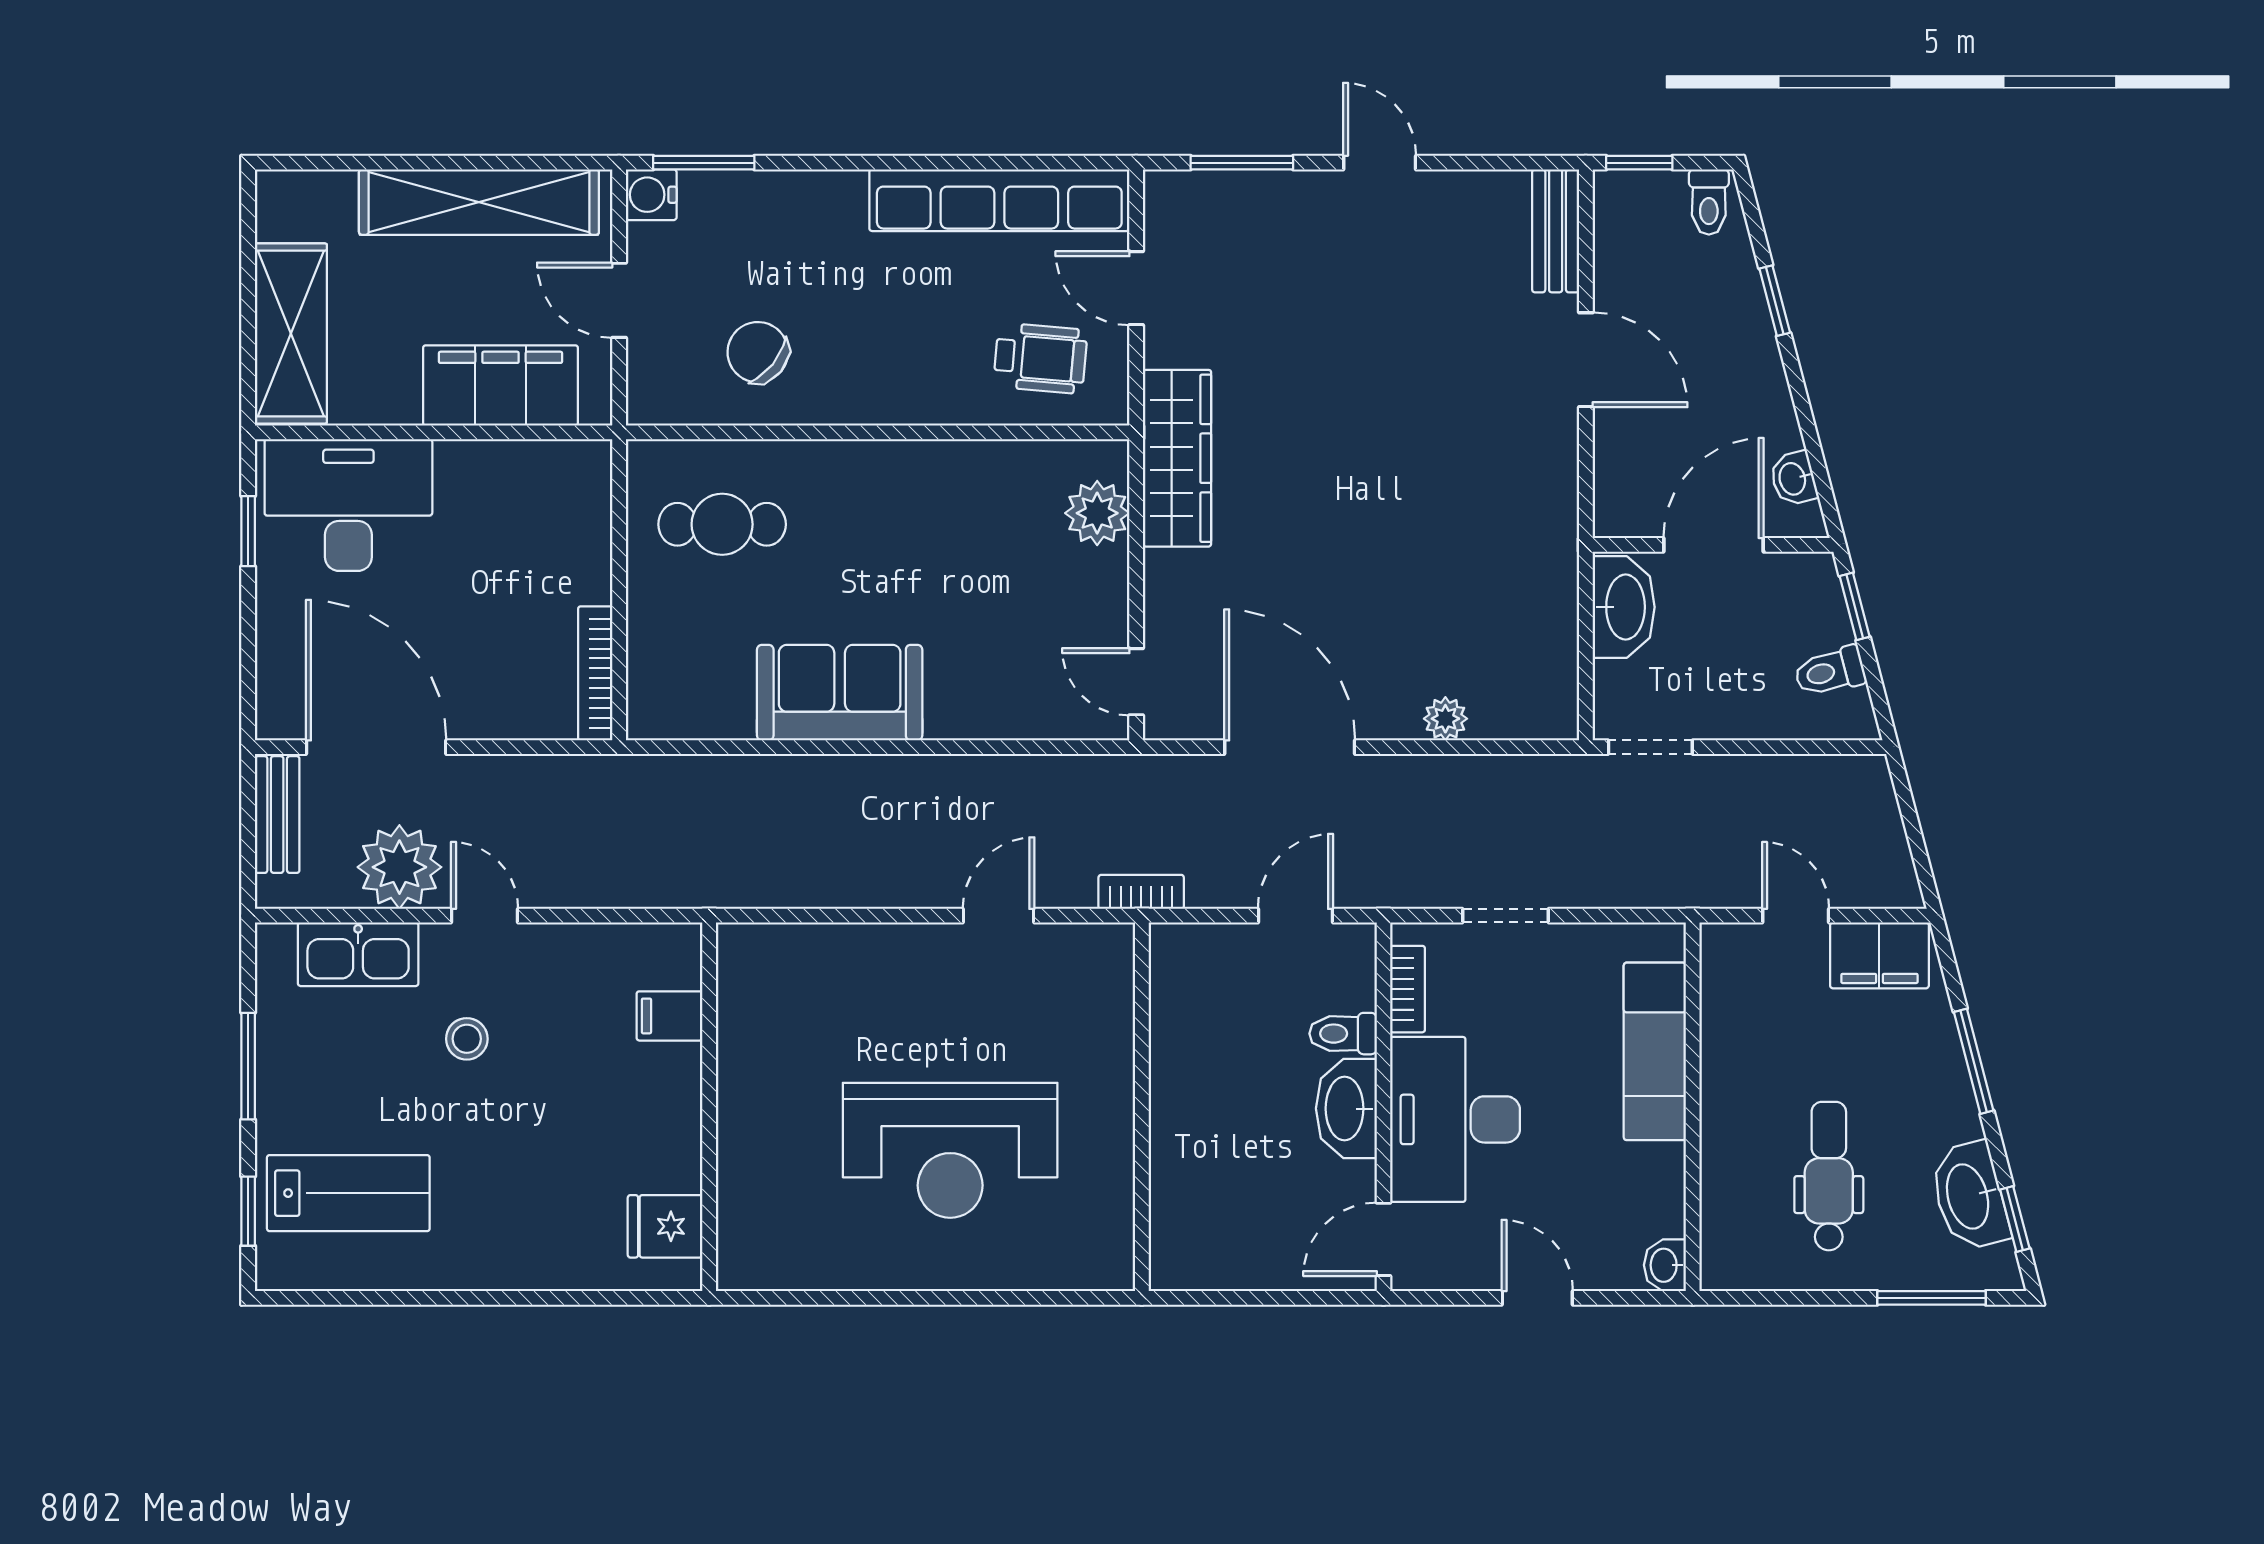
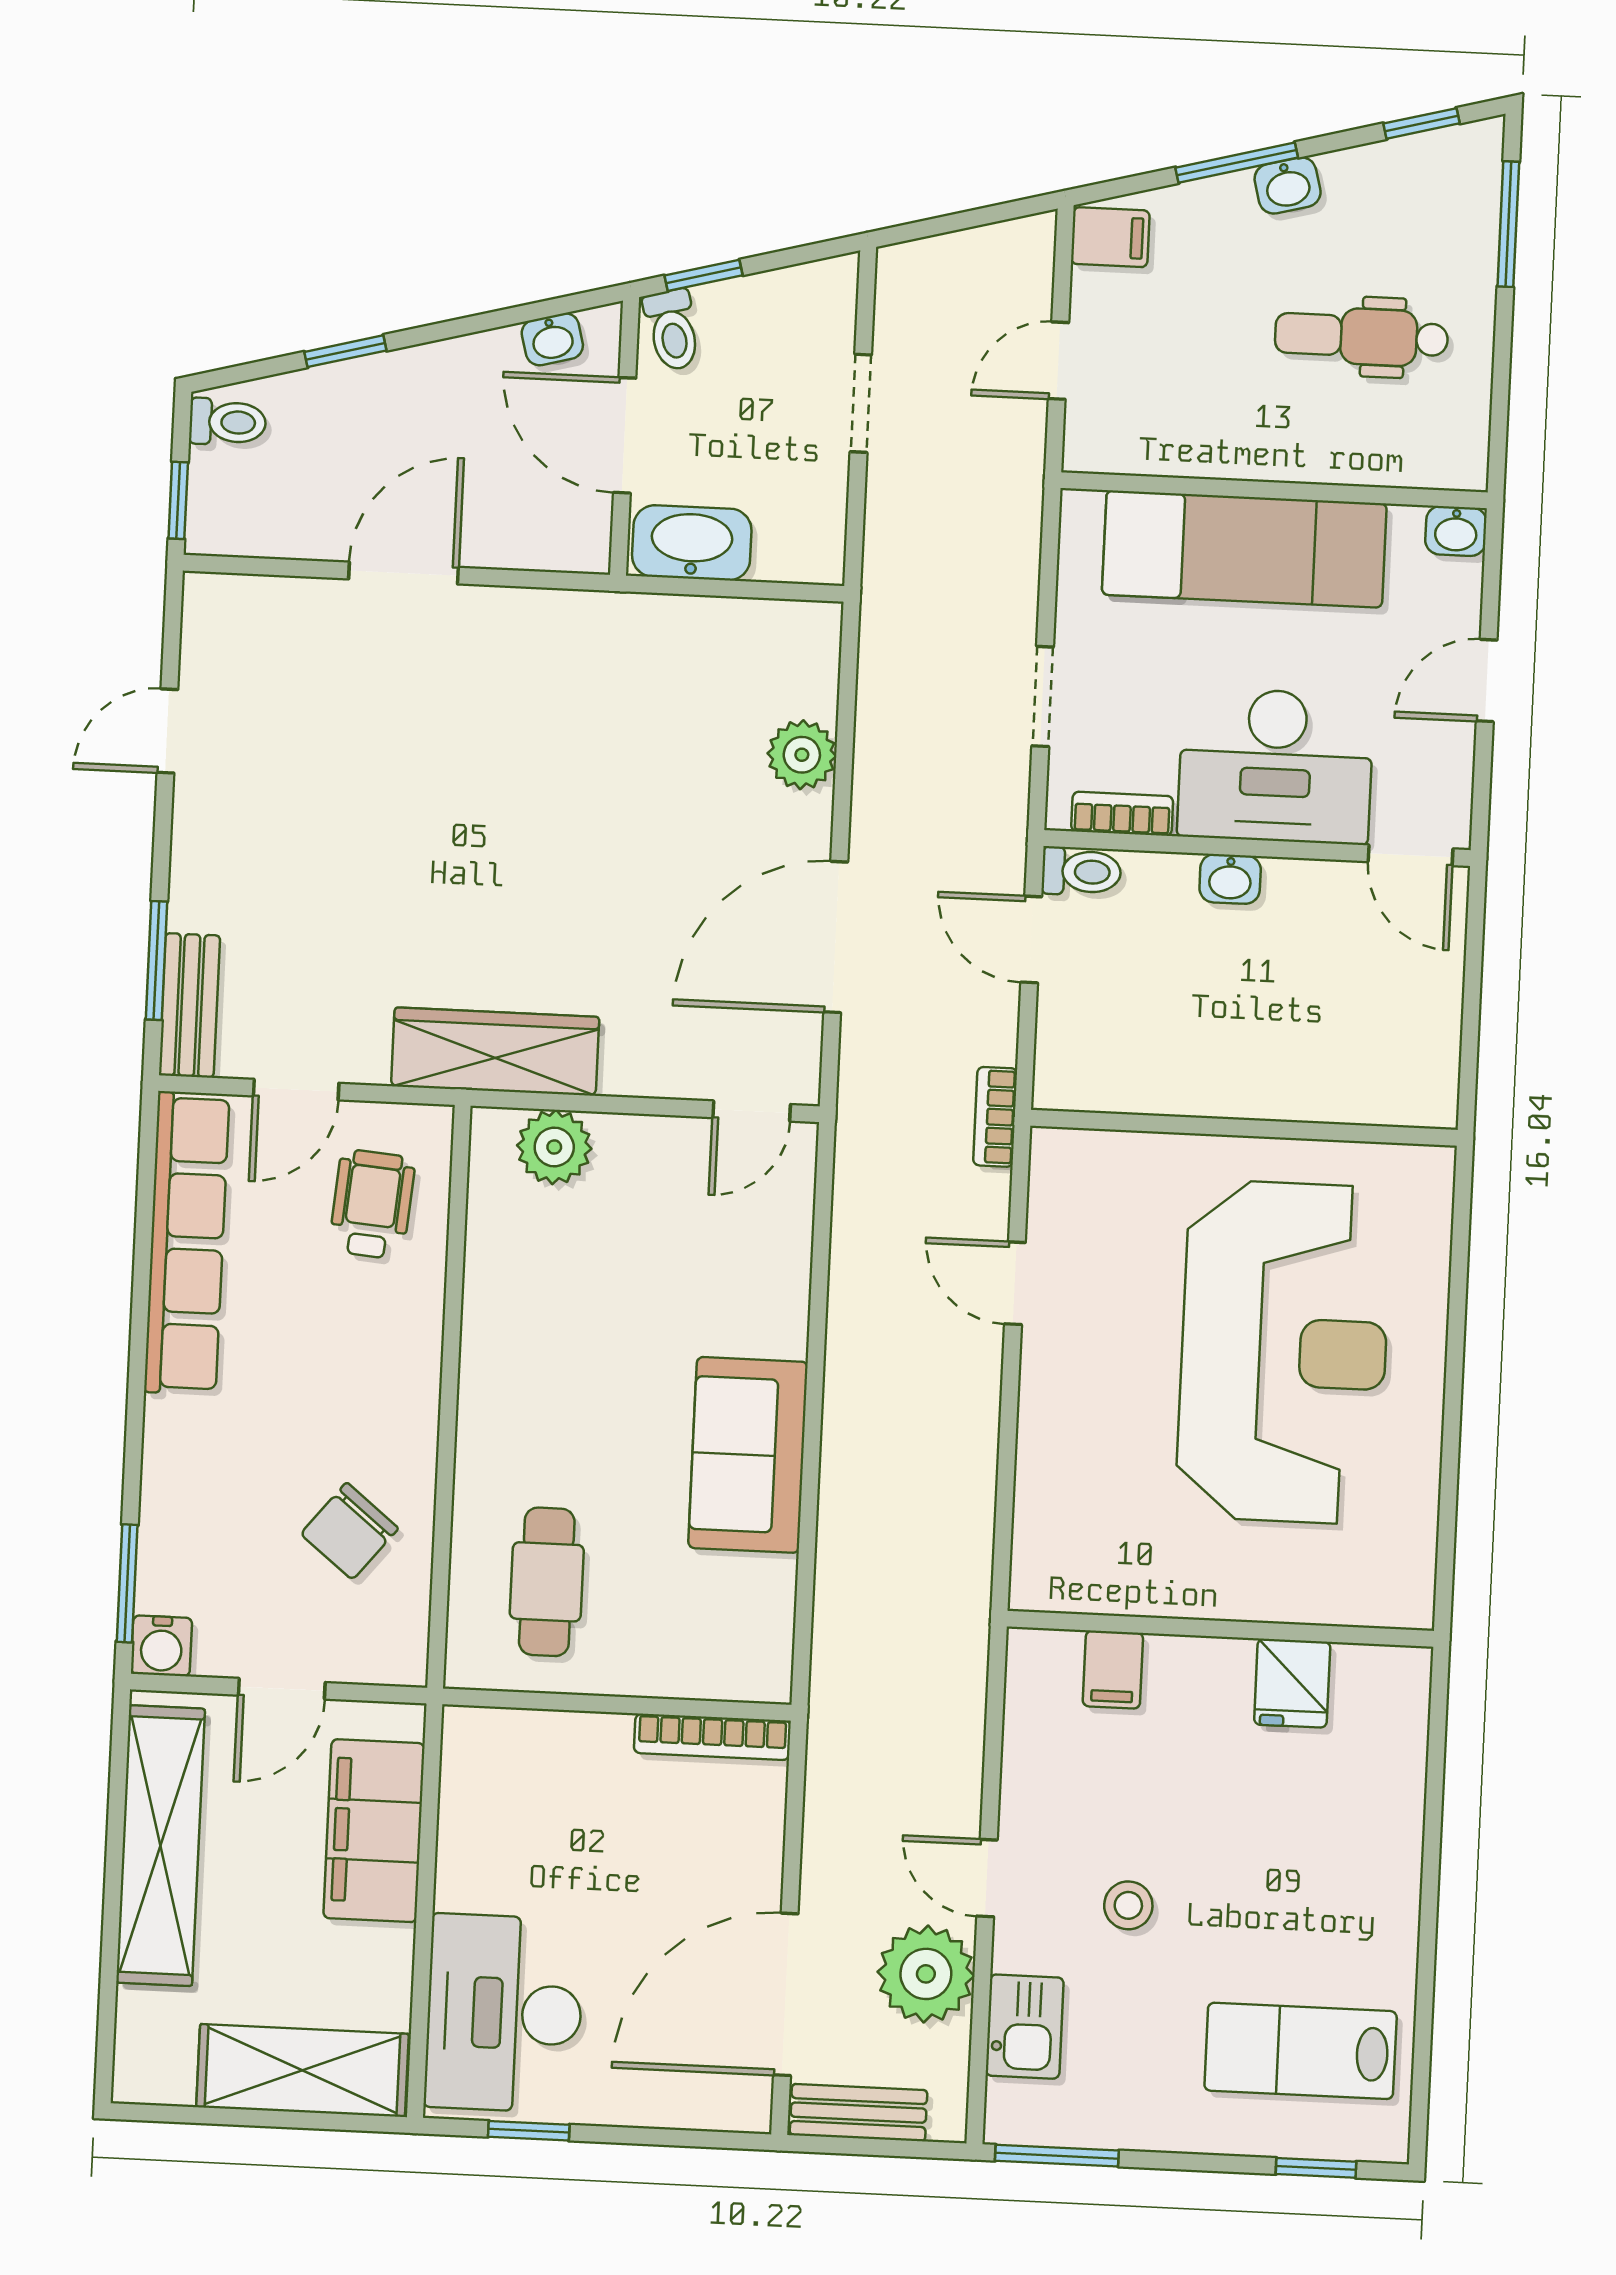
door: (1380, 163) -> (167, 731), moved
bench: (1556, 231) -> (189, 1005), moved, turned 90
toilet: (1830, 671) -> (672, 330), moved
plant: (1445, 719) -> (802, 755), width x1.38, depth x1.38
doorway: (1650, 747) -> (861, 403), moved
door: (485, 916) -> (987, 1878), hinge flipped
kitchen sink: (358, 954) -> (1025, 2027), width x0.73
filing cabinet: (1879, 955) -> (1110, 237), width x0.50
toilet: (1343, 1034) -> (1081, 872), moved, turned -90
exam couch: (1655, 1051) -> (1244, 549), width x1.36, depth x1.45
window: (248, 1066) -> (1057, 2156), moved
washbasin: (1346, 1109) -> (1230, 879), width x0.52, depth x0.69
reception desk: (950, 1150) -> (1284, 1352), width x1.36, depth x1.30
lab bench: (348, 1193) -> (1301, 2051), turned -90
washbasin: (1969, 1196) -> (1288, 185), moved, width x0.52, depth x0.69
fridge: (665, 1226) -> (1292, 1683), moved

